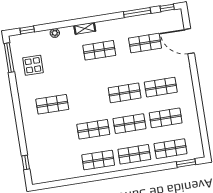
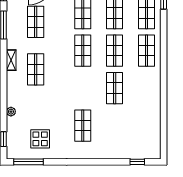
shelving: (85, 28) -> (11, 60), moved
shop shelf: (98, 160) -> (146, 88), removed

